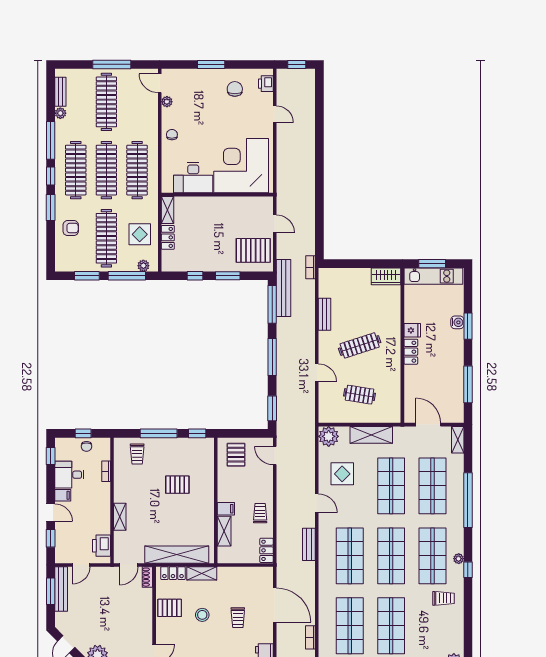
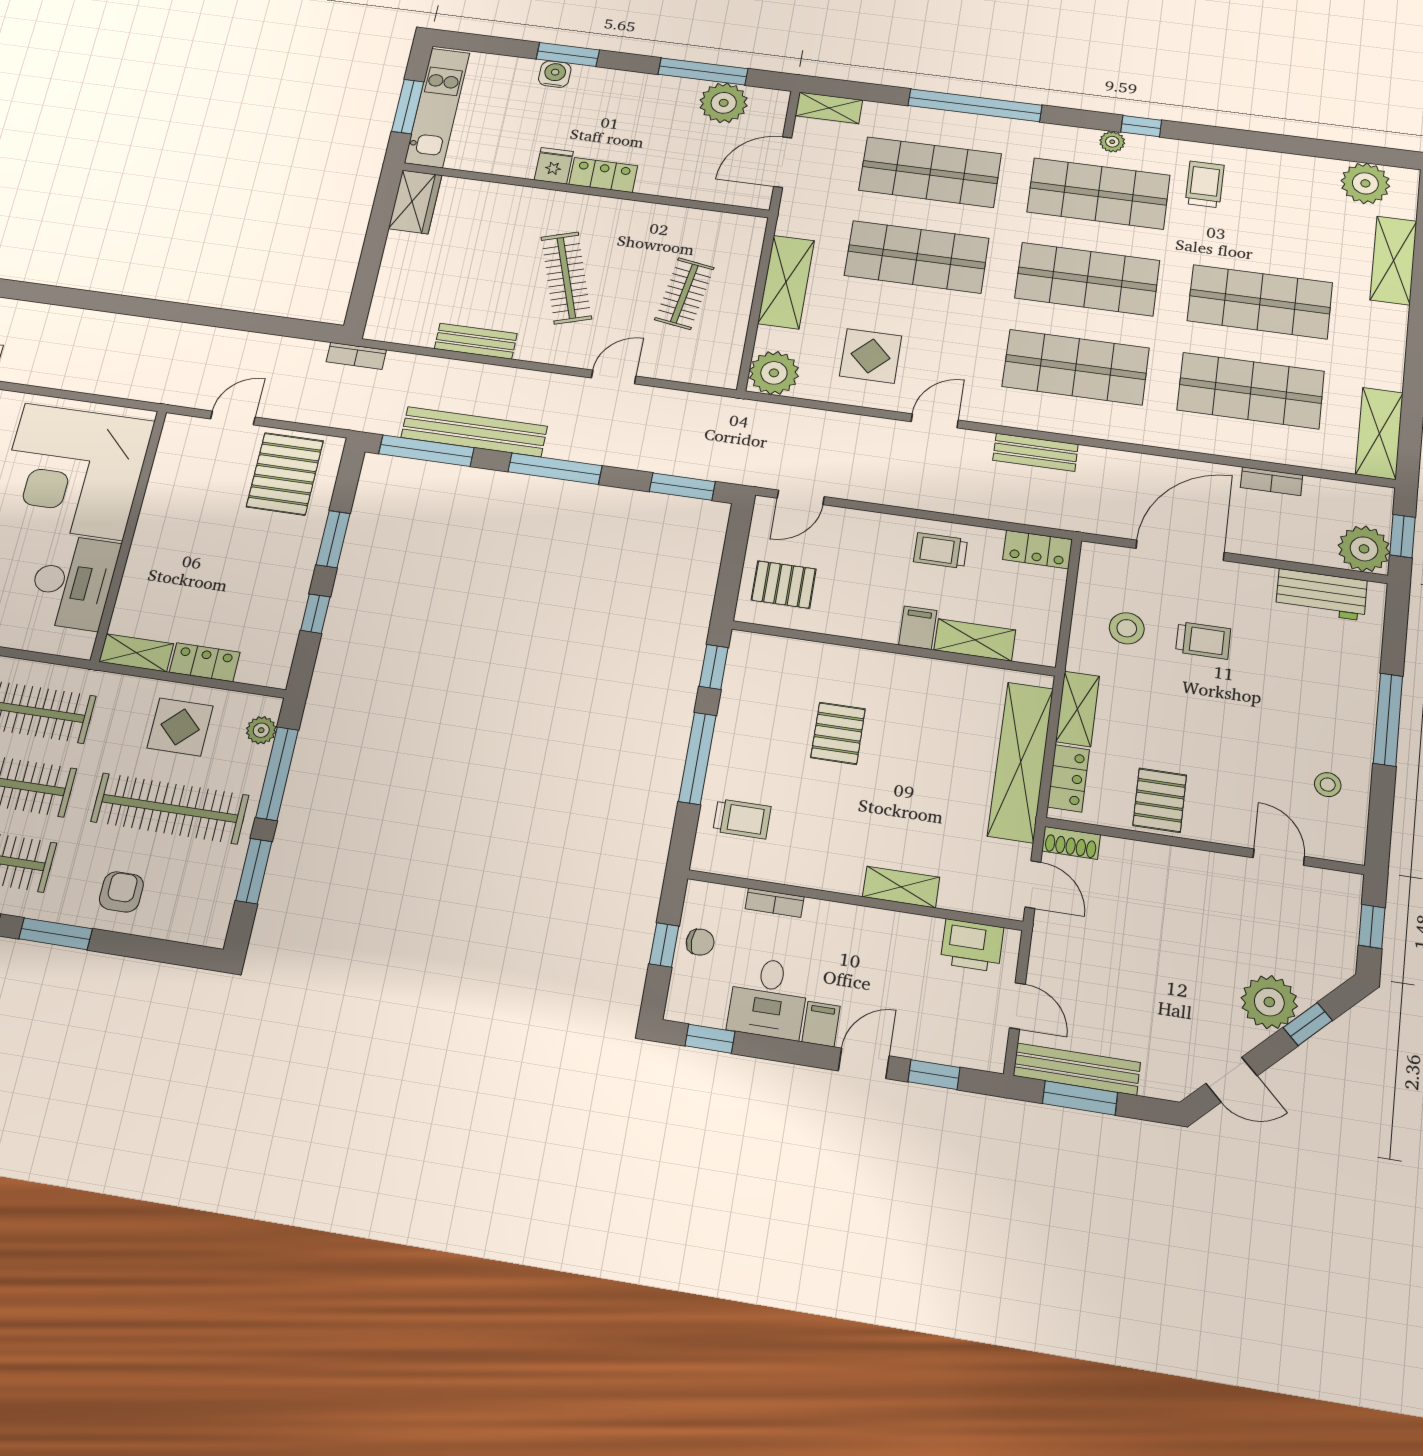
bench: (284, 288) -> (474, 432), moved
plant: (454, 396) -> (724, 103), added
stool: (202, 615) -> (1127, 628), moved

